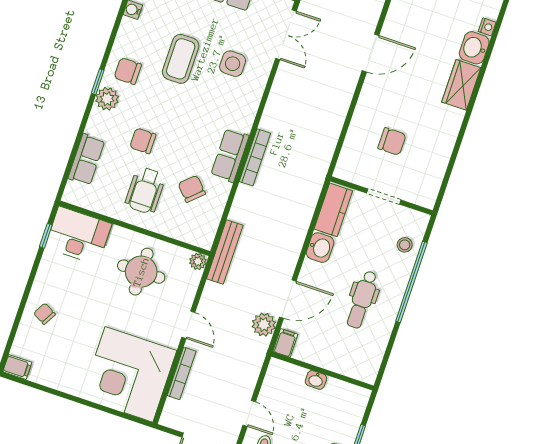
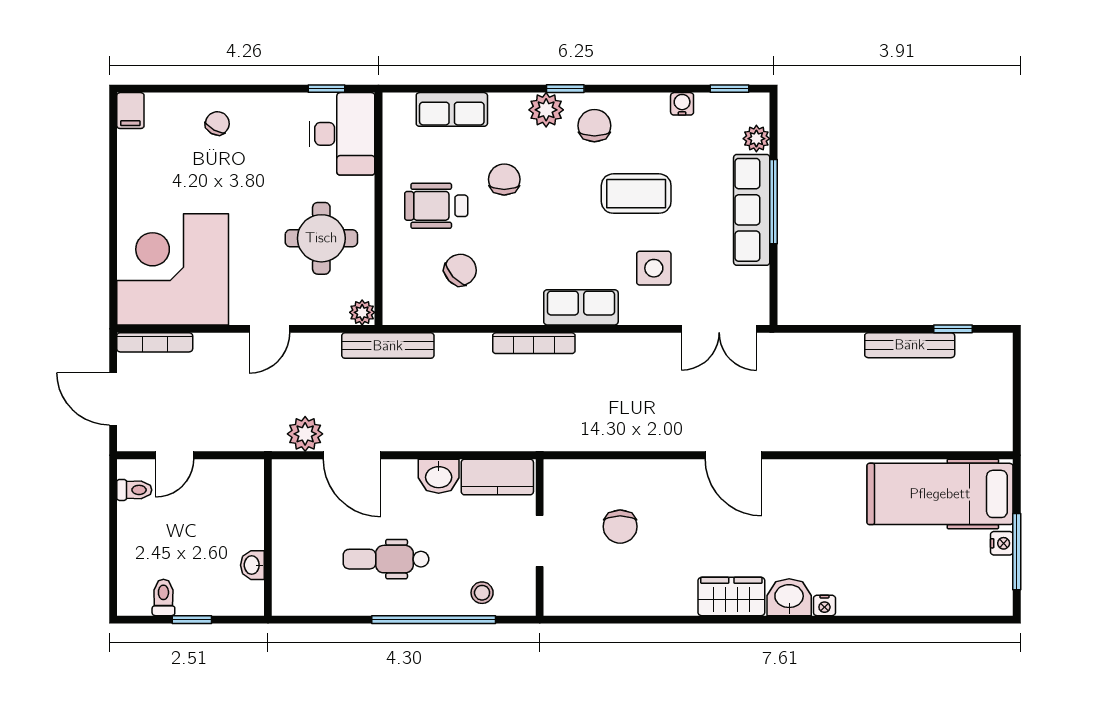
row of seats: (230, 155) -> (581, 307), moved
filing cabinet: (285, 343) -> (290, 473), removed
bookcase: (182, 373) -> (155, 342), moved
washbasin: (316, 380) -> (252, 565), moved

